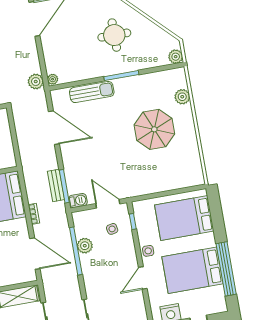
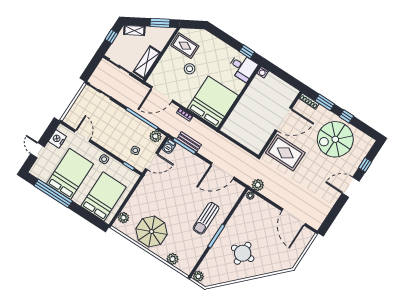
sun lounger: (92, 92) -> (206, 218), moved
parasol: (154, 129) -> (152, 231), moved
plant: (187, 180) -> (123, 218), added
plant: (85, 246) -> (155, 136), moved
door: (143, 278) -> (82, 136), moved

